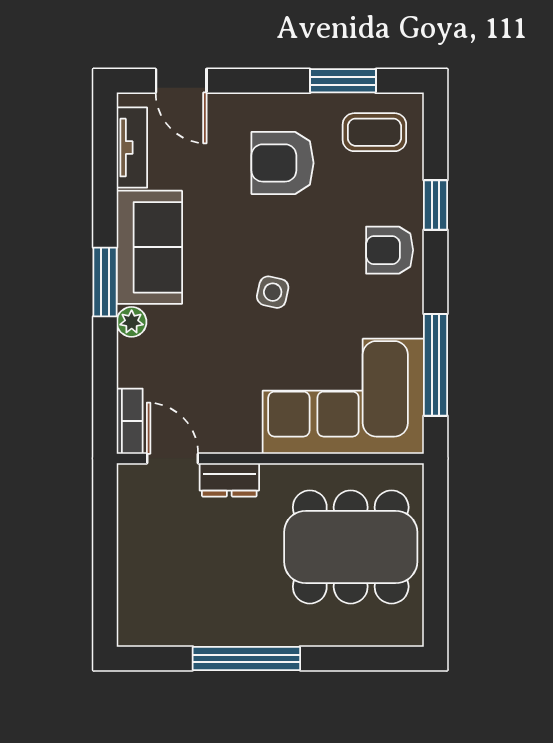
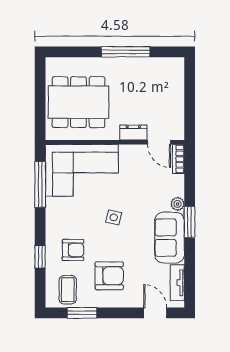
coffee table: (374, 132) -> (68, 290), turned 90
armchair: (390, 250) -> (73, 250), moved

